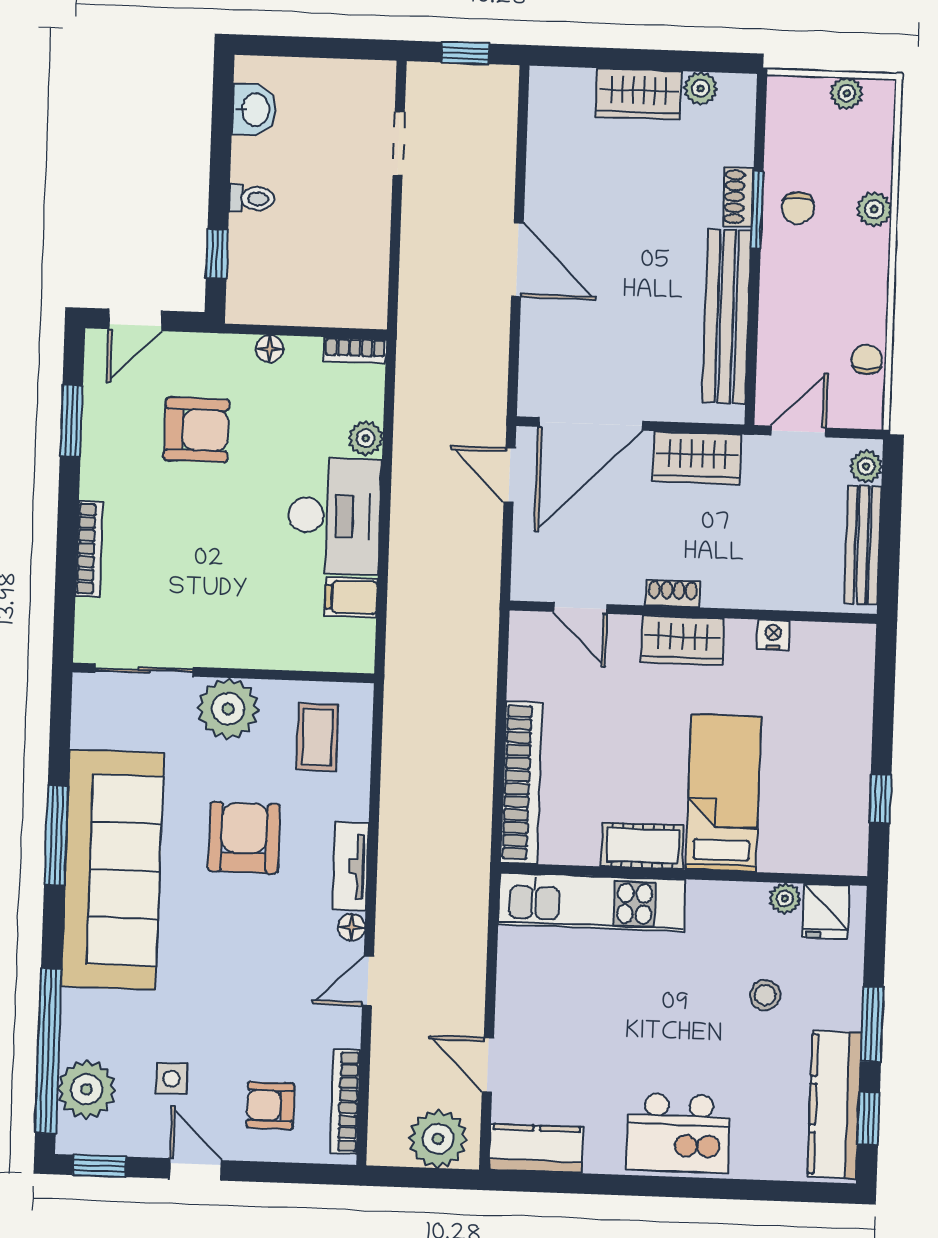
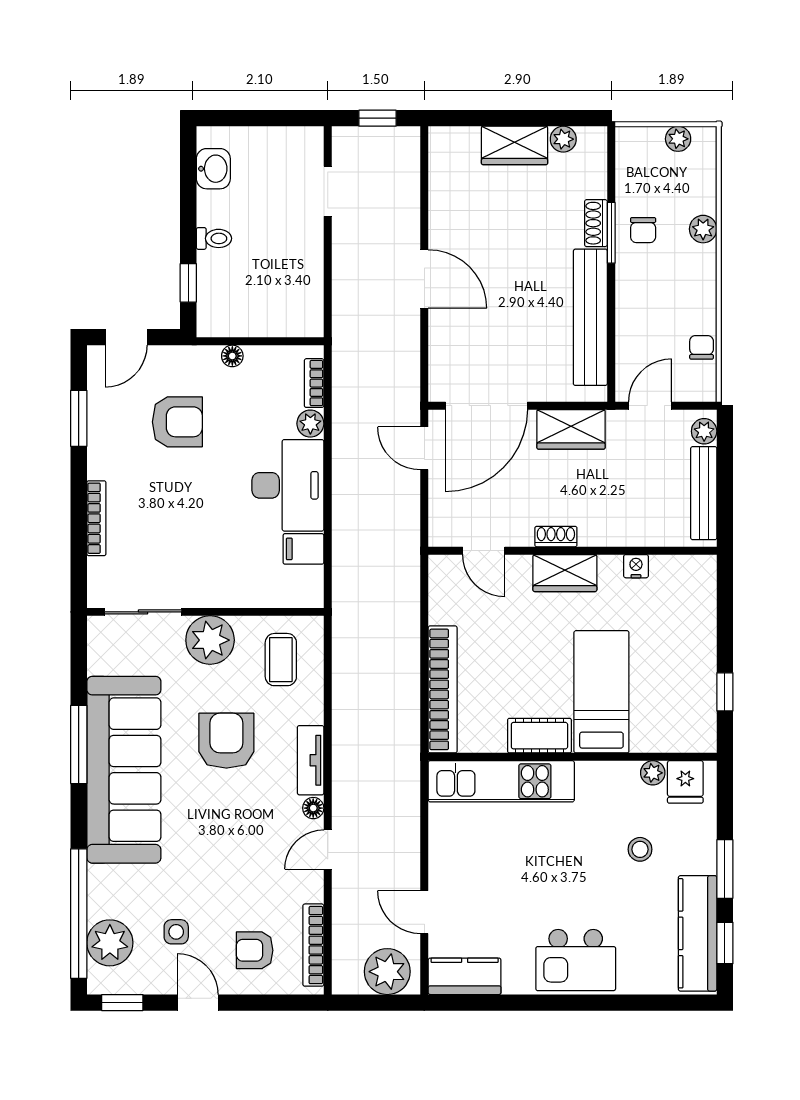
bookcase: (355, 351) -> (314, 383), moved, turned 90

